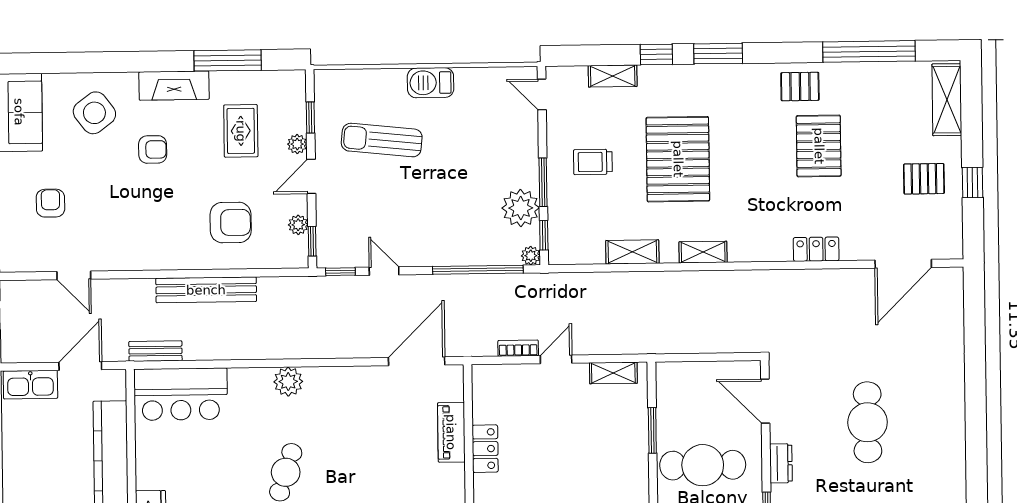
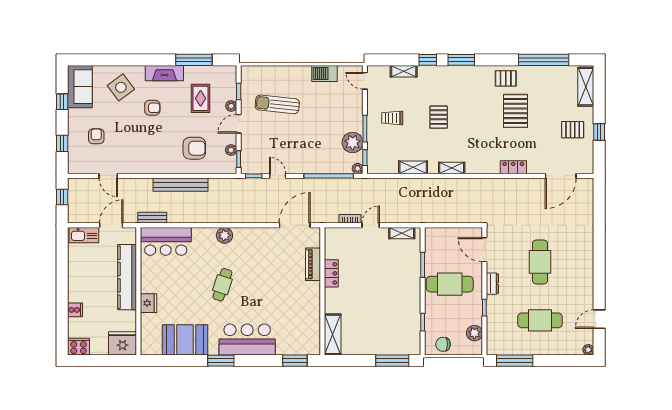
barbecue: (431, 83) -> (324, 73), moved
pallet: (678, 159) -> (439, 117), width x0.49, depth x0.50

